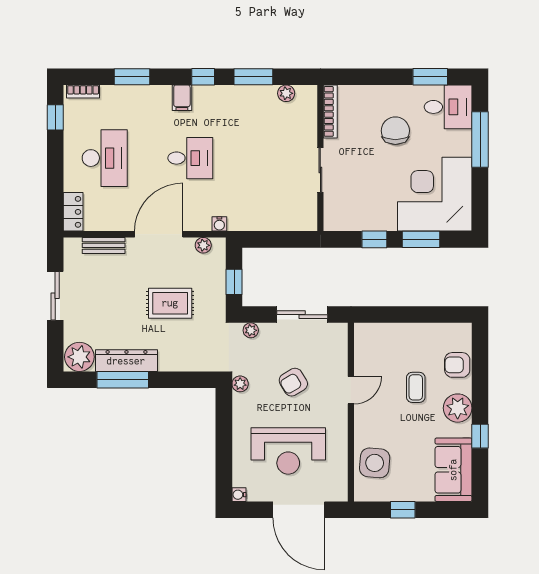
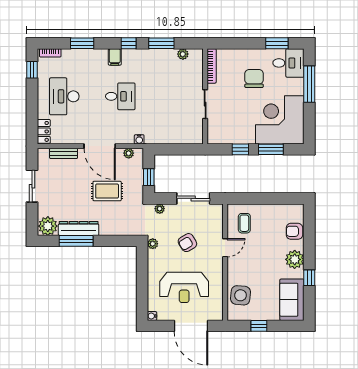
desk: (105, 158) -> (64, 96), turned 180
door: (159, 234) -> (100, 146), swing flipped
coffee table: (416, 387) -> (244, 223), moved

